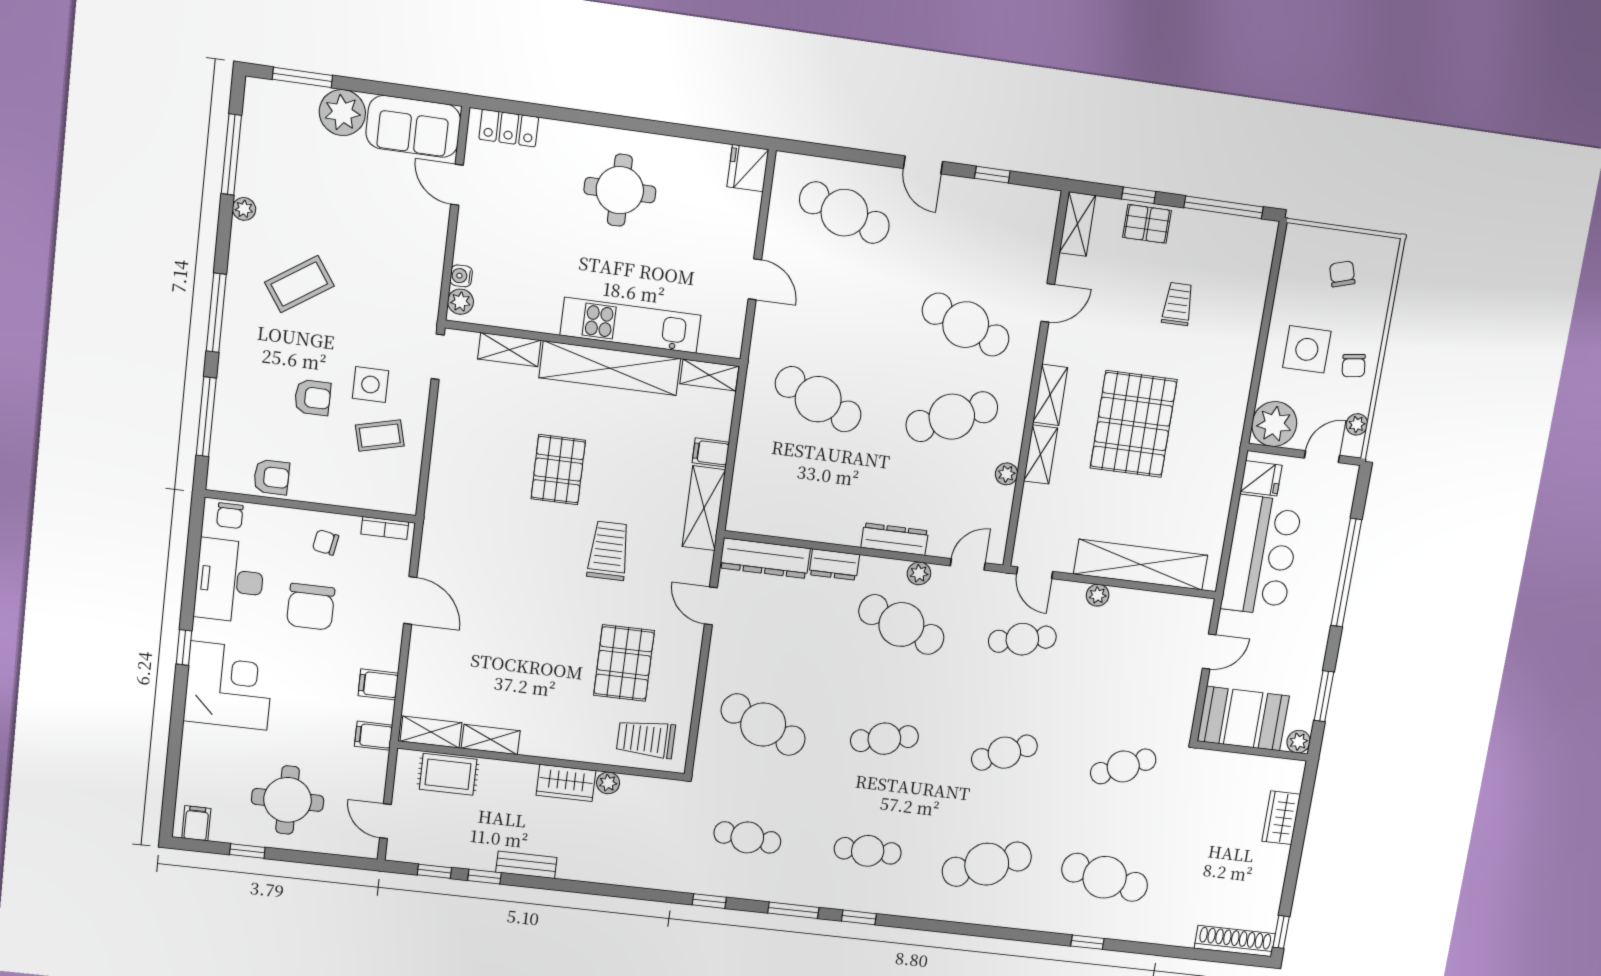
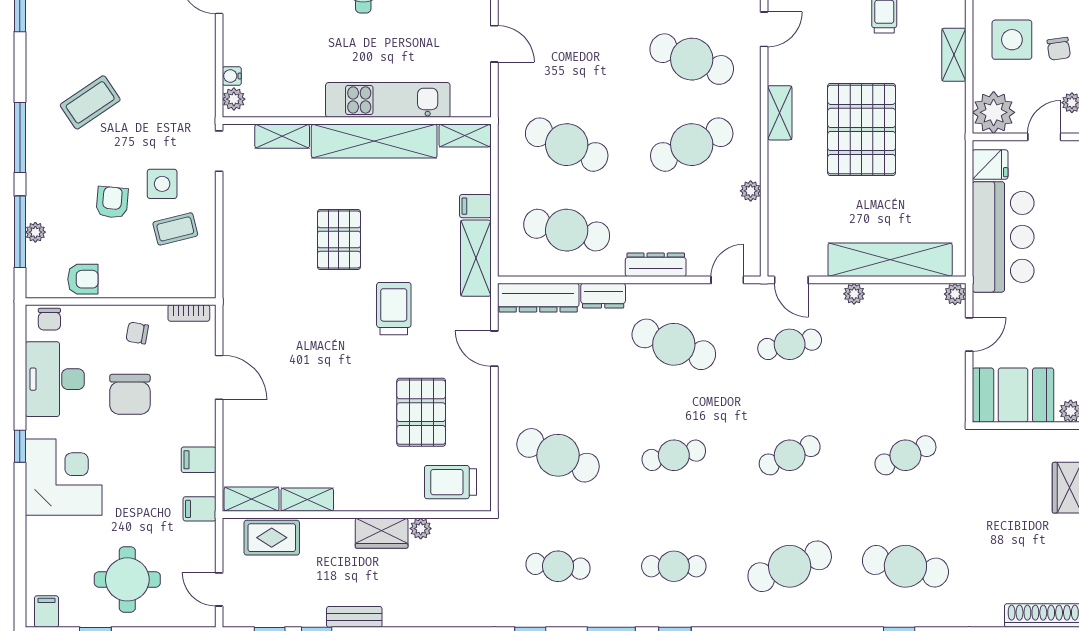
plant: (244, 209) -> (35, 232), moved
armchair: (313, 398) -> (112, 202), turned -85
shelving: (1041, 454) -> (954, 55), moved
cafe table: (805, 491) -> (567, 230), added
plant: (919, 573) -> (955, 294), moved

